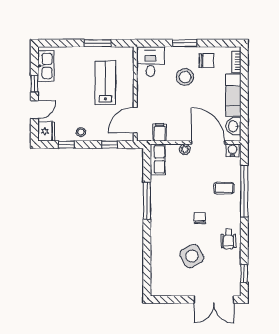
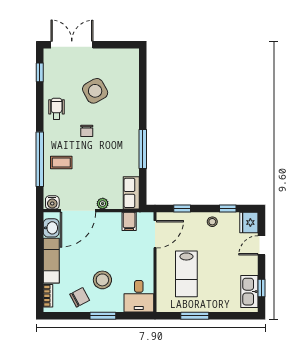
chair: (207, 61) -> (80, 297), turned 152
window: (34, 84) -> (261, 288), moved
door: (208, 143) -> (78, 211), hinge flipped

